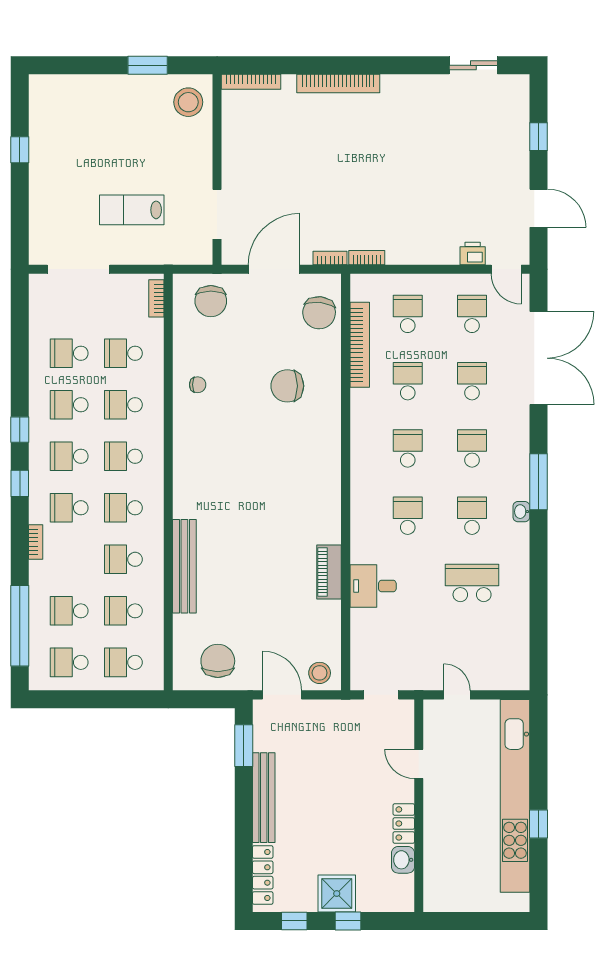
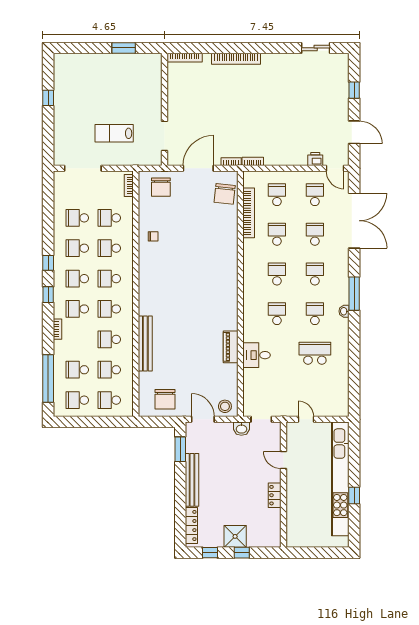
stool: (188, 102) -> (148, 70), removed
chair: (287, 386) -> (206, 237), removed
chair: (218, 661) -> (165, 399), turned 180
washbasin: (403, 860) -> (241, 429), moved, turned -90

